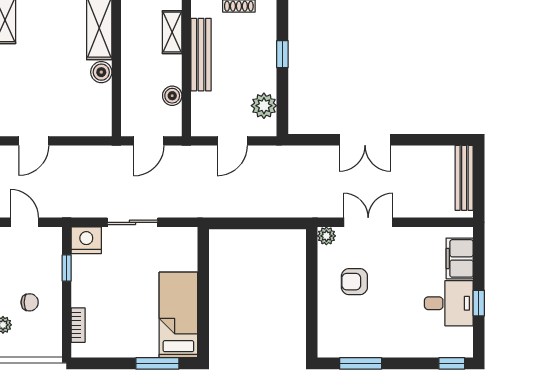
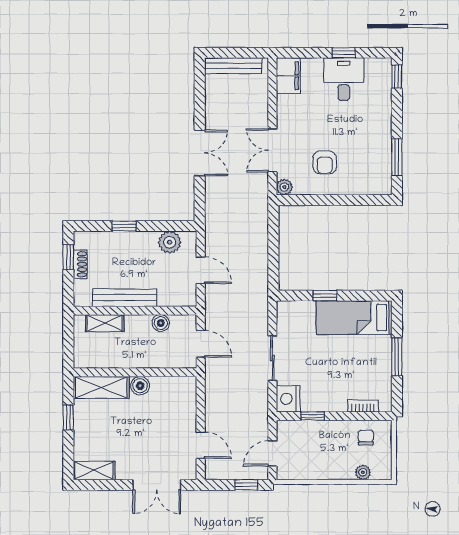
filing cabinet: (460, 258) -> (288, 76), moved, turned -90
window: (203, 282) -> (325, 296), added
chair: (30, 302) -> (366, 438), moved
window: (157, 363) -> (397, 357), moved

